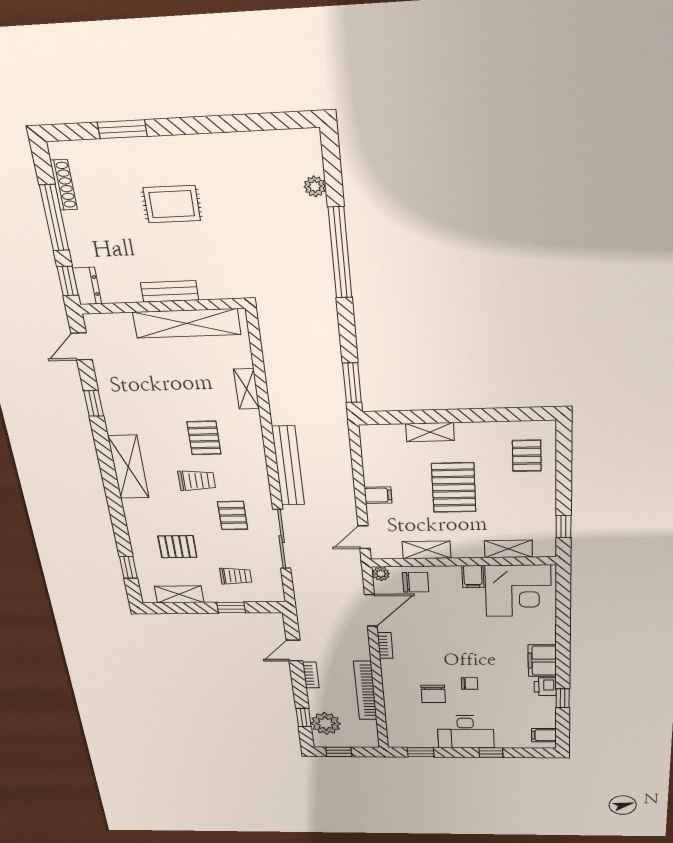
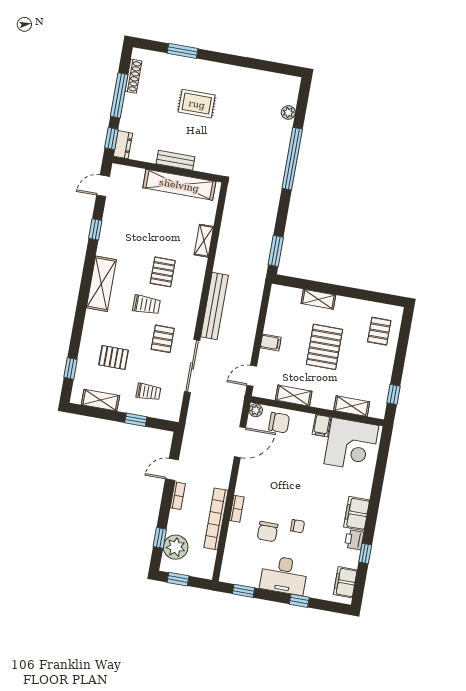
bookcase: (385, 645) -> (237, 509), moved
filing cabinet: (544, 735) -> (345, 582), width x2.00

